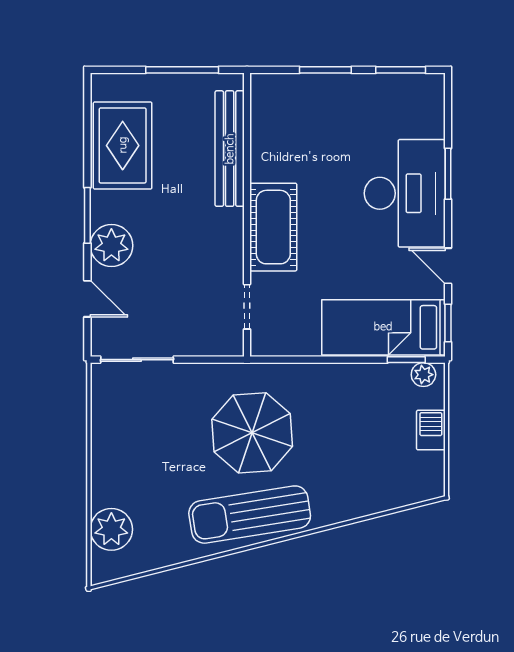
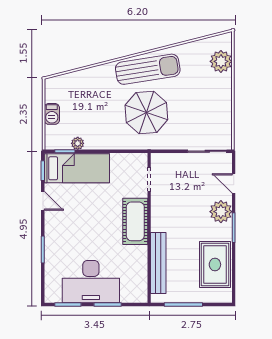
desk: (405, 193) -> (91, 282), moved, turned -90
plant: (423, 375) -> (78, 143), moved

